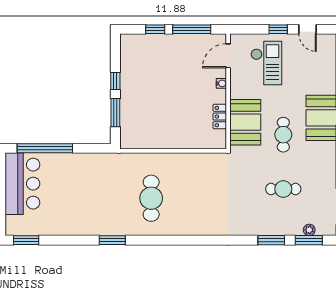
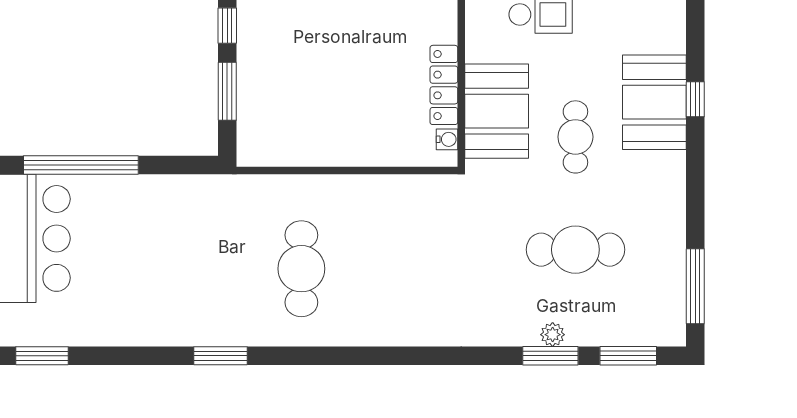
water cooler: (221, 83) -> (447, 139), moved
locker: (220, 117) -> (444, 85), width x1.53
cafe table: (283, 189) -> (575, 250), width x1.37, depth x1.35
plant: (309, 230) -> (553, 335), moved

